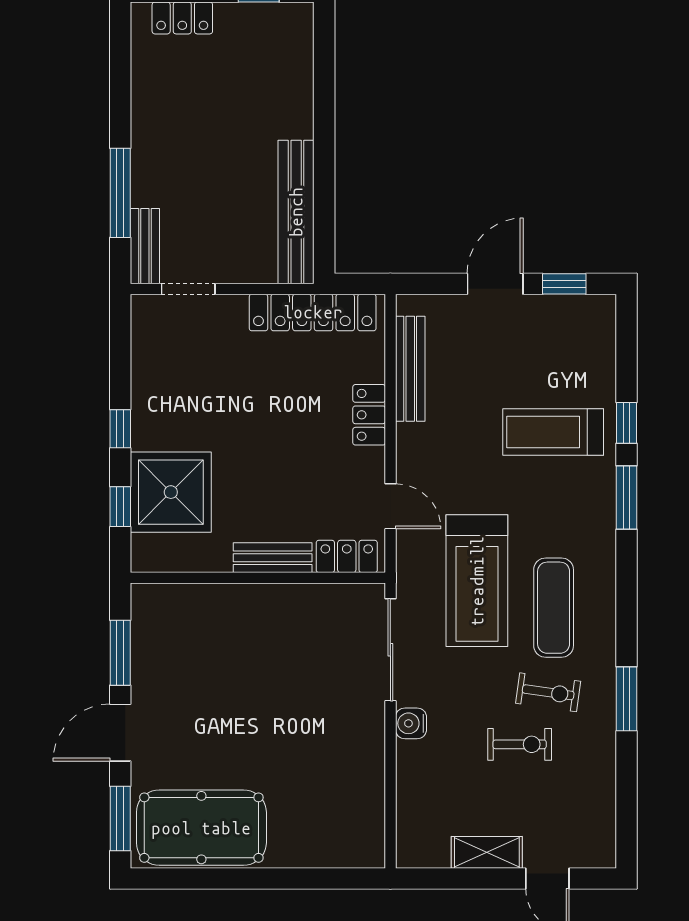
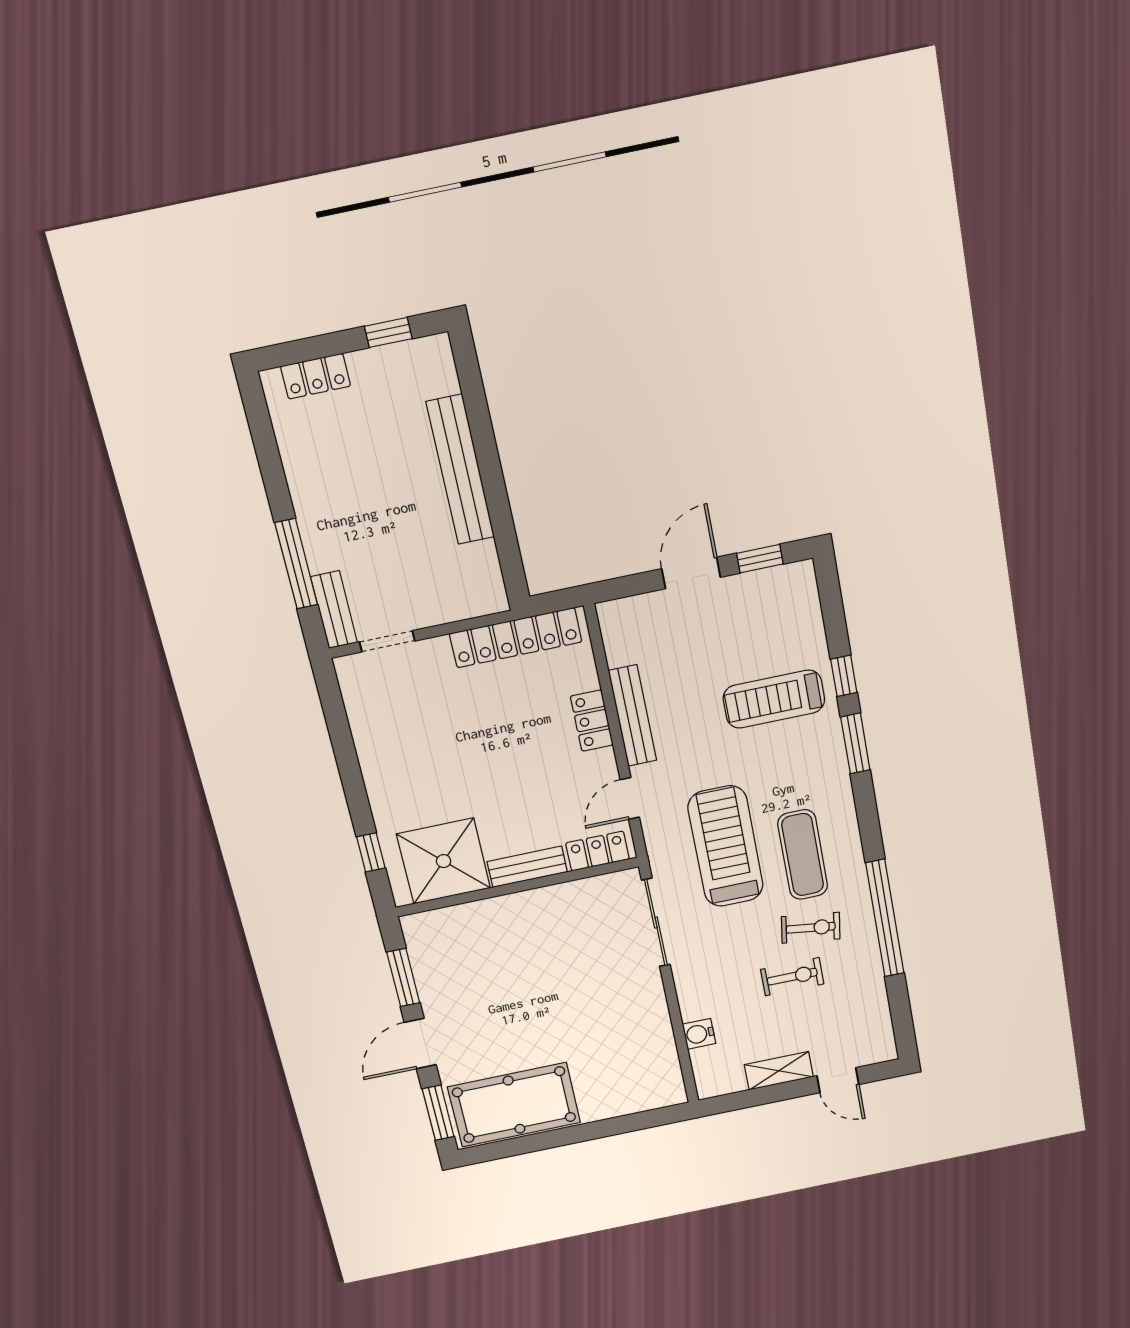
bench: (296, 212) -> (460, 470), moved
bench: (410, 369) -> (633, 716), moved
window: (120, 429) -> (353, 783), removed
shower: (171, 492) -> (444, 861), moved
door: (390, 506) -> (630, 798), swing flipped
treadmill: (477, 581) -> (726, 846), turned 180
window: (627, 699) -> (885, 918), width x2.11
water cooler: (411, 723) -> (699, 1034), moved

